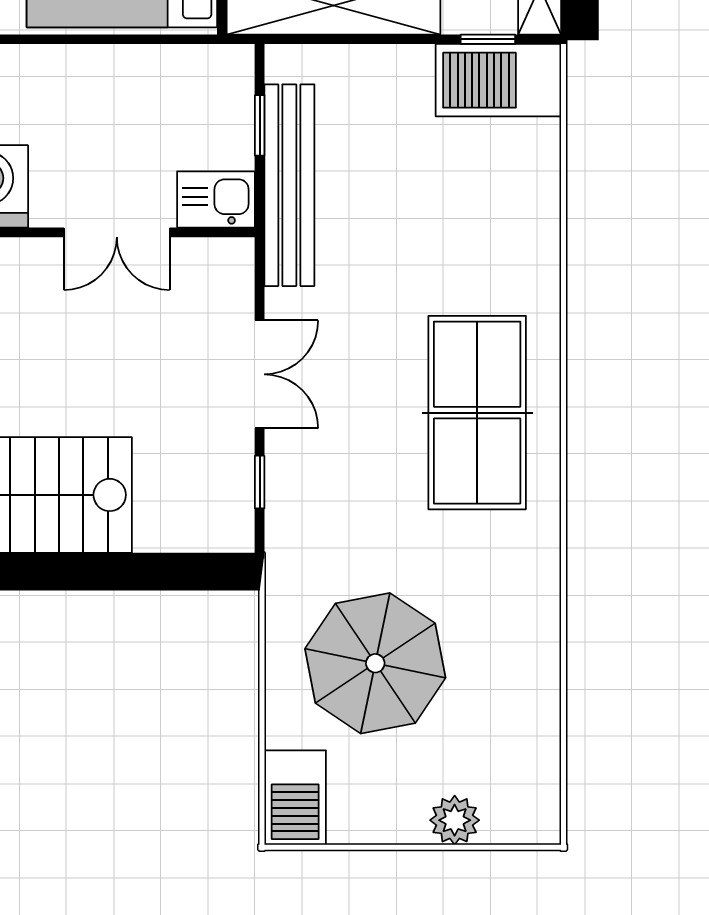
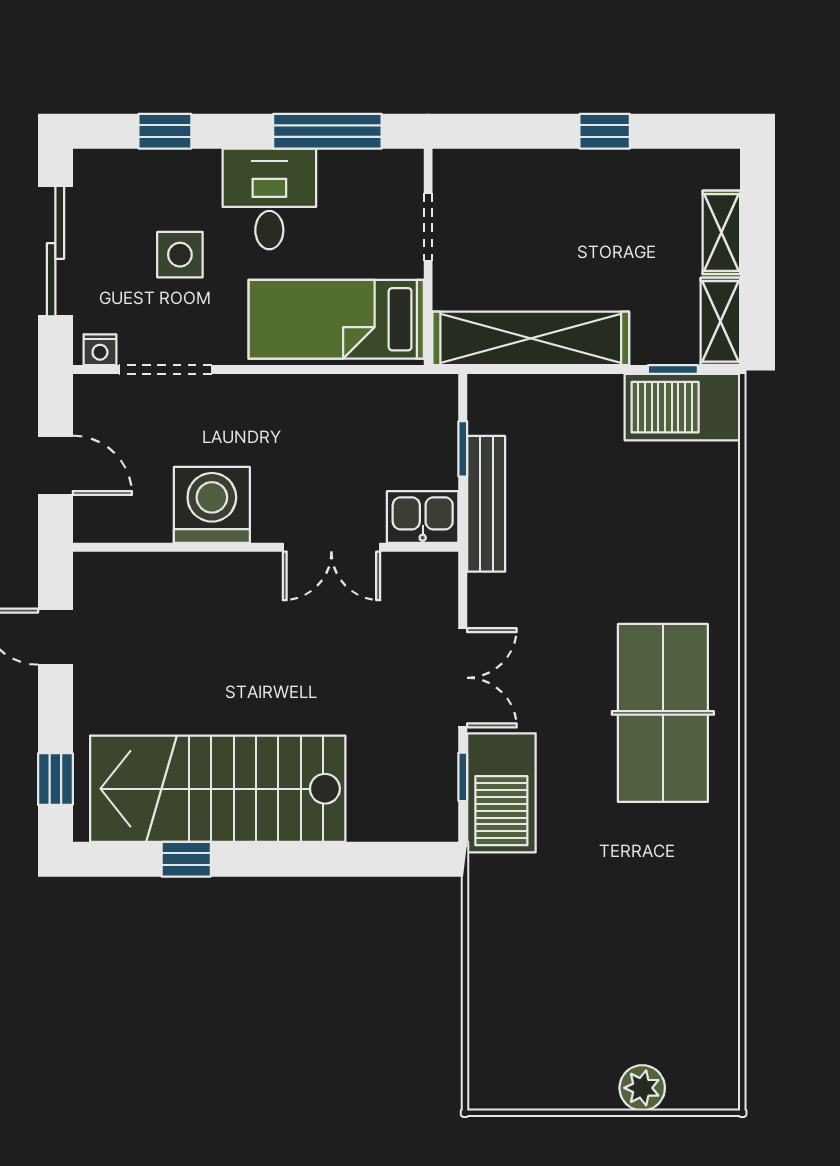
bench: (289, 185) -> (486, 504), width x0.73, depth x0.82
parasol: (375, 663) -> (569, 944), removed
barbecue: (295, 798) -> (501, 793), moved, width x1.37, depth x1.21

